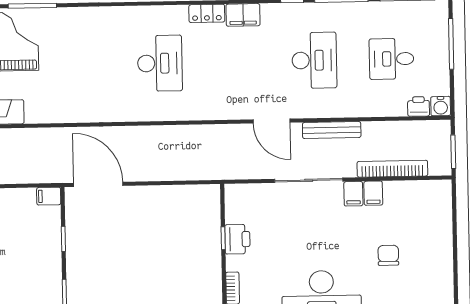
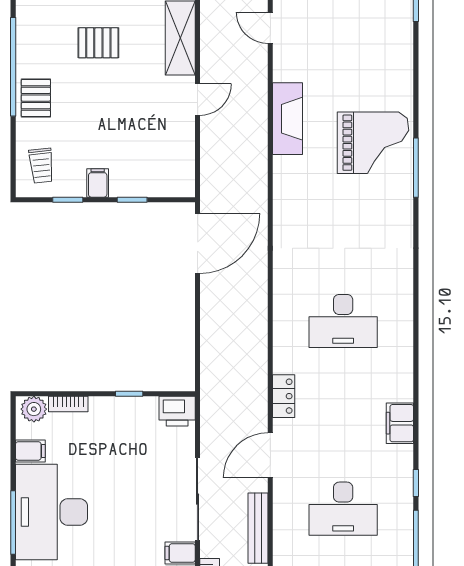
locker: (207, 13) -> (284, 396), moved, turned 180
filing cabinet: (49, 196) -> (98, 183), moved
printer: (237, 239) -> (177, 411), moved

